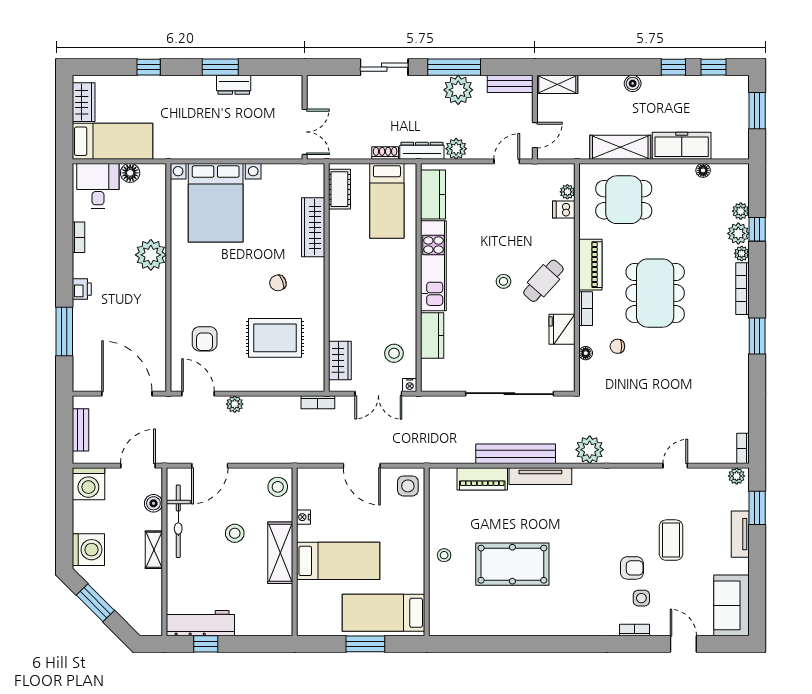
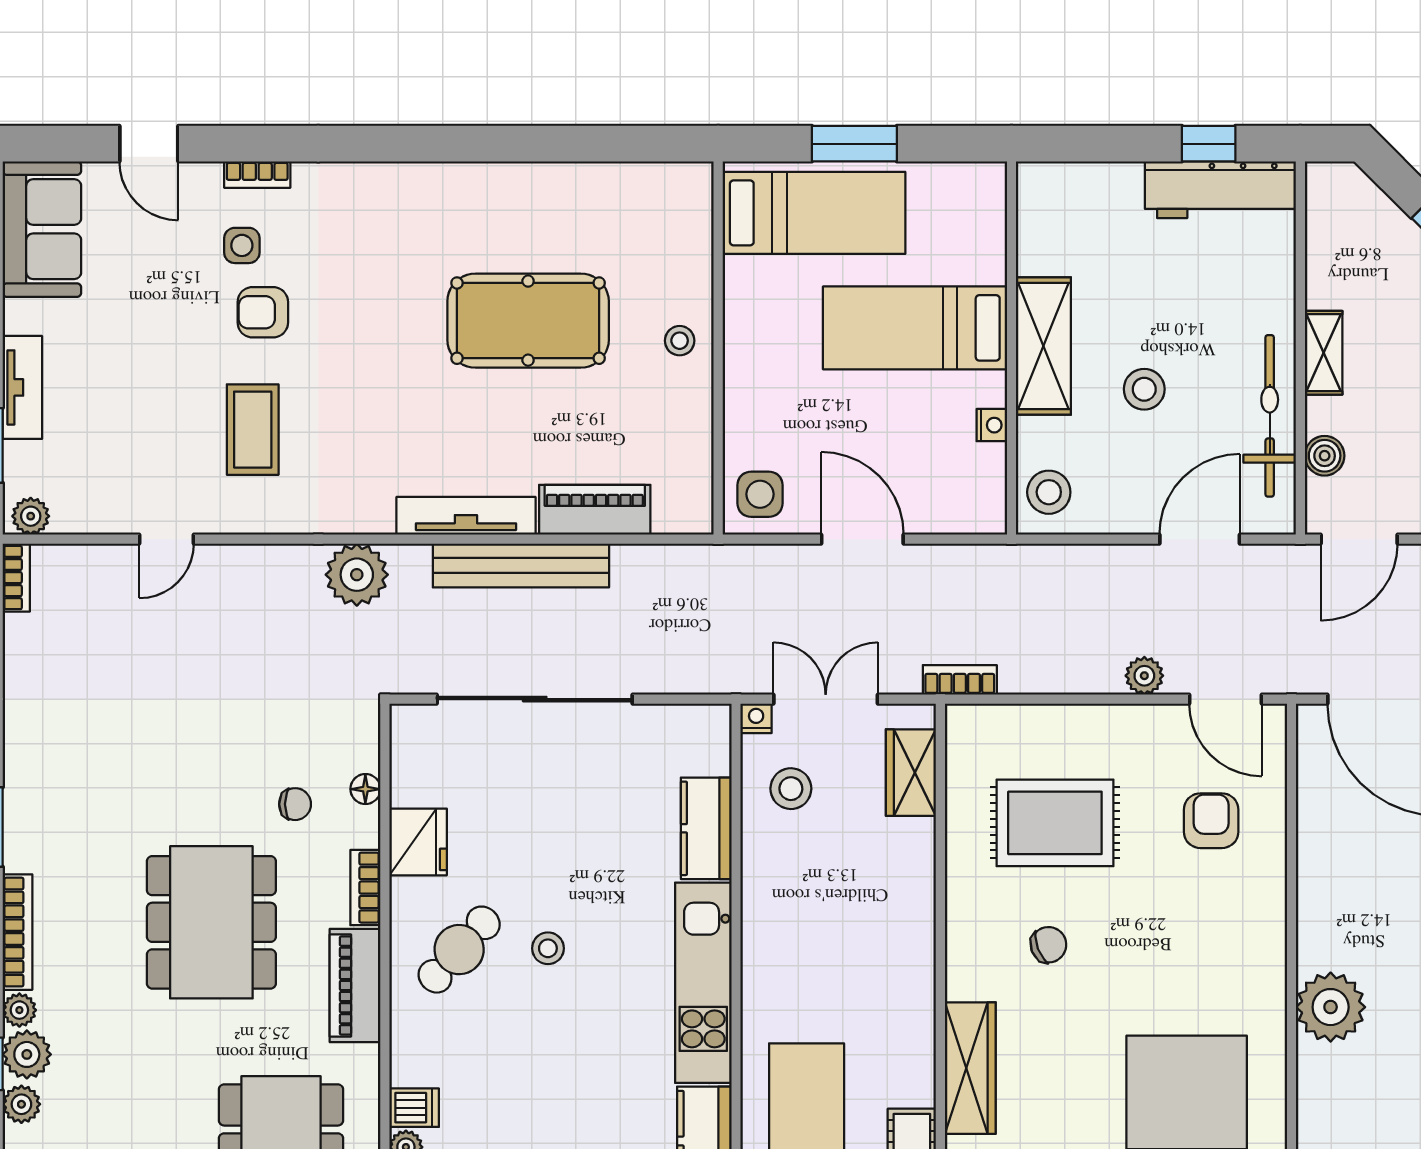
coffee table: (671, 540) -> (253, 430), moved

